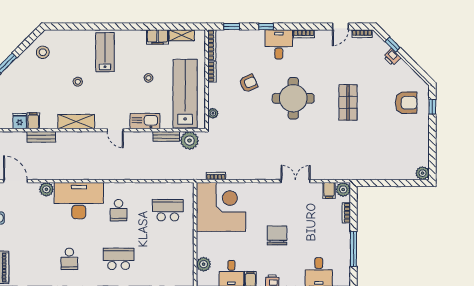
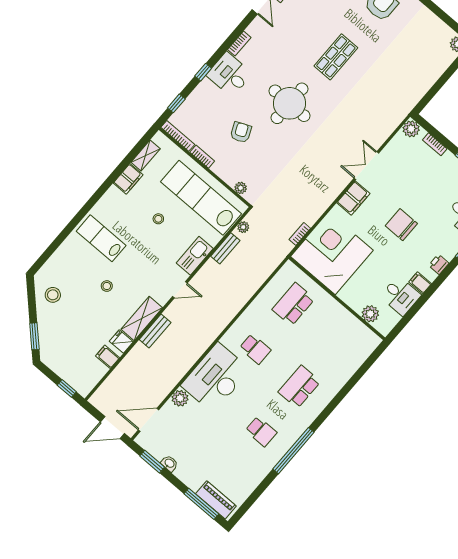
shop shelf: (348, 102) -> (336, 57), turned 90
fridge: (20, 121) -> (121, 342), moved
bench: (41, 137) -> (155, 331), moved
plant: (189, 141) -> (243, 227), width x0.53, depth x0.53
filing cabinet: (329, 190) -> (353, 198), moved, width x2.00

